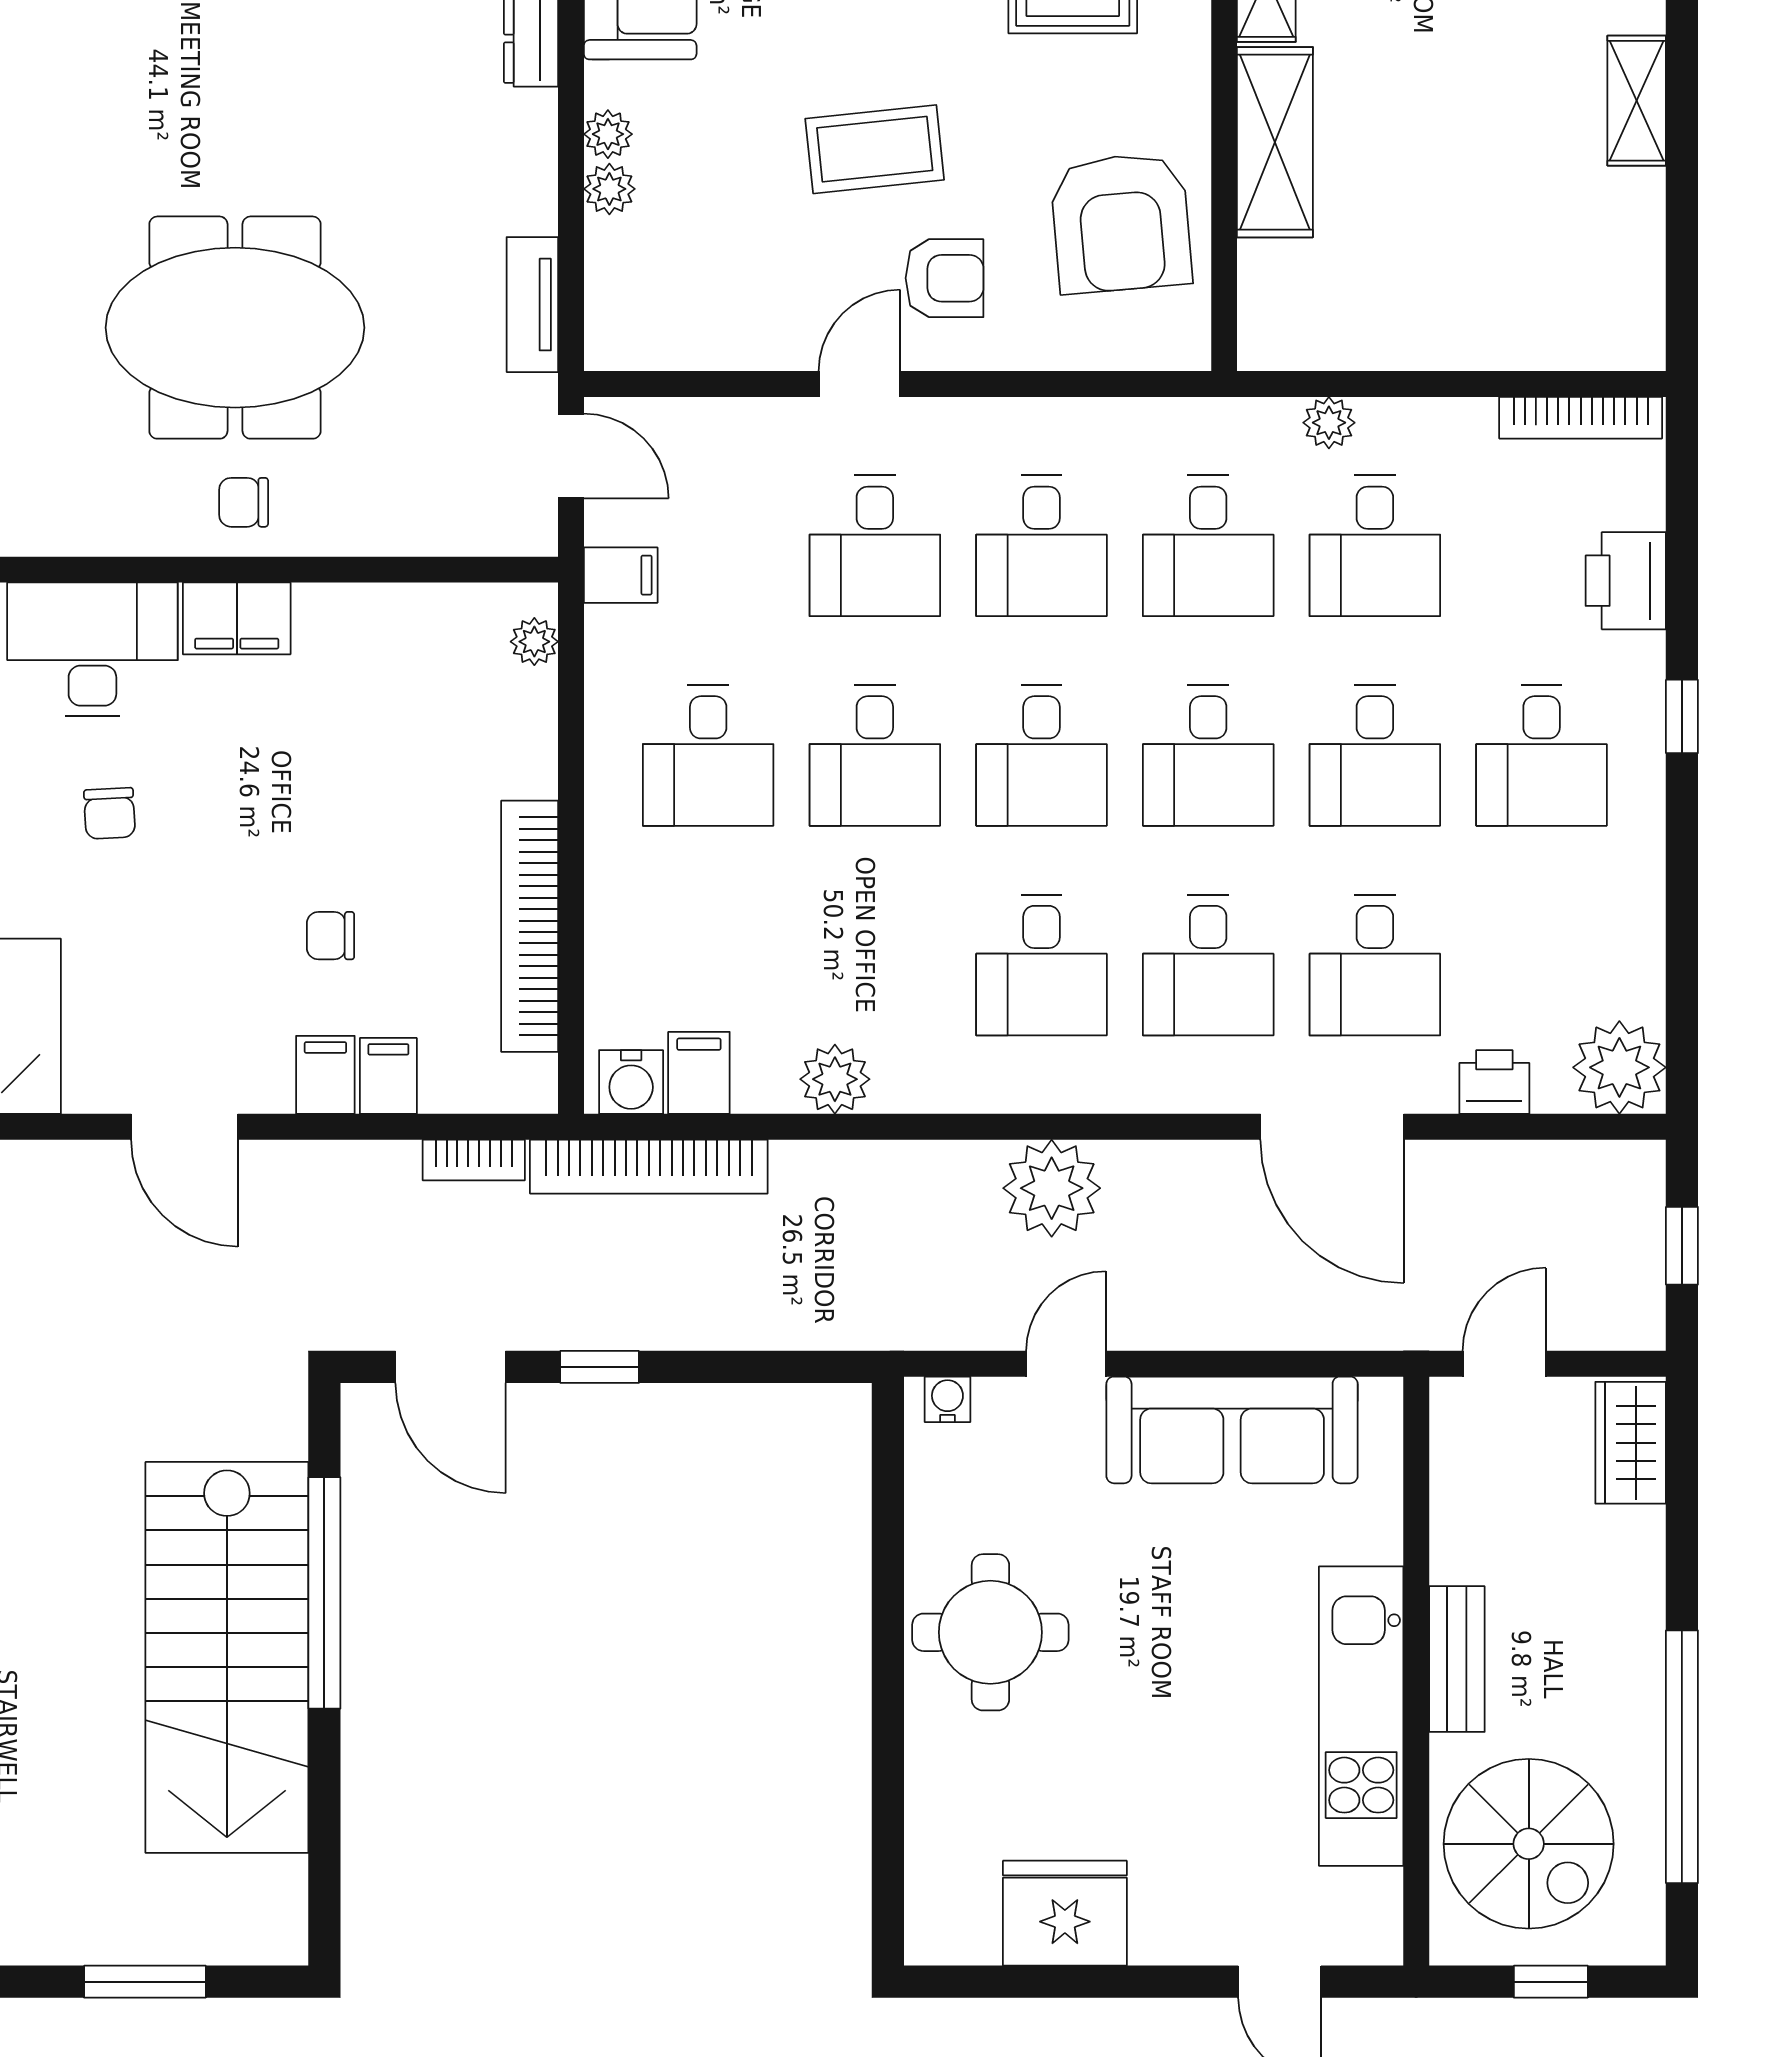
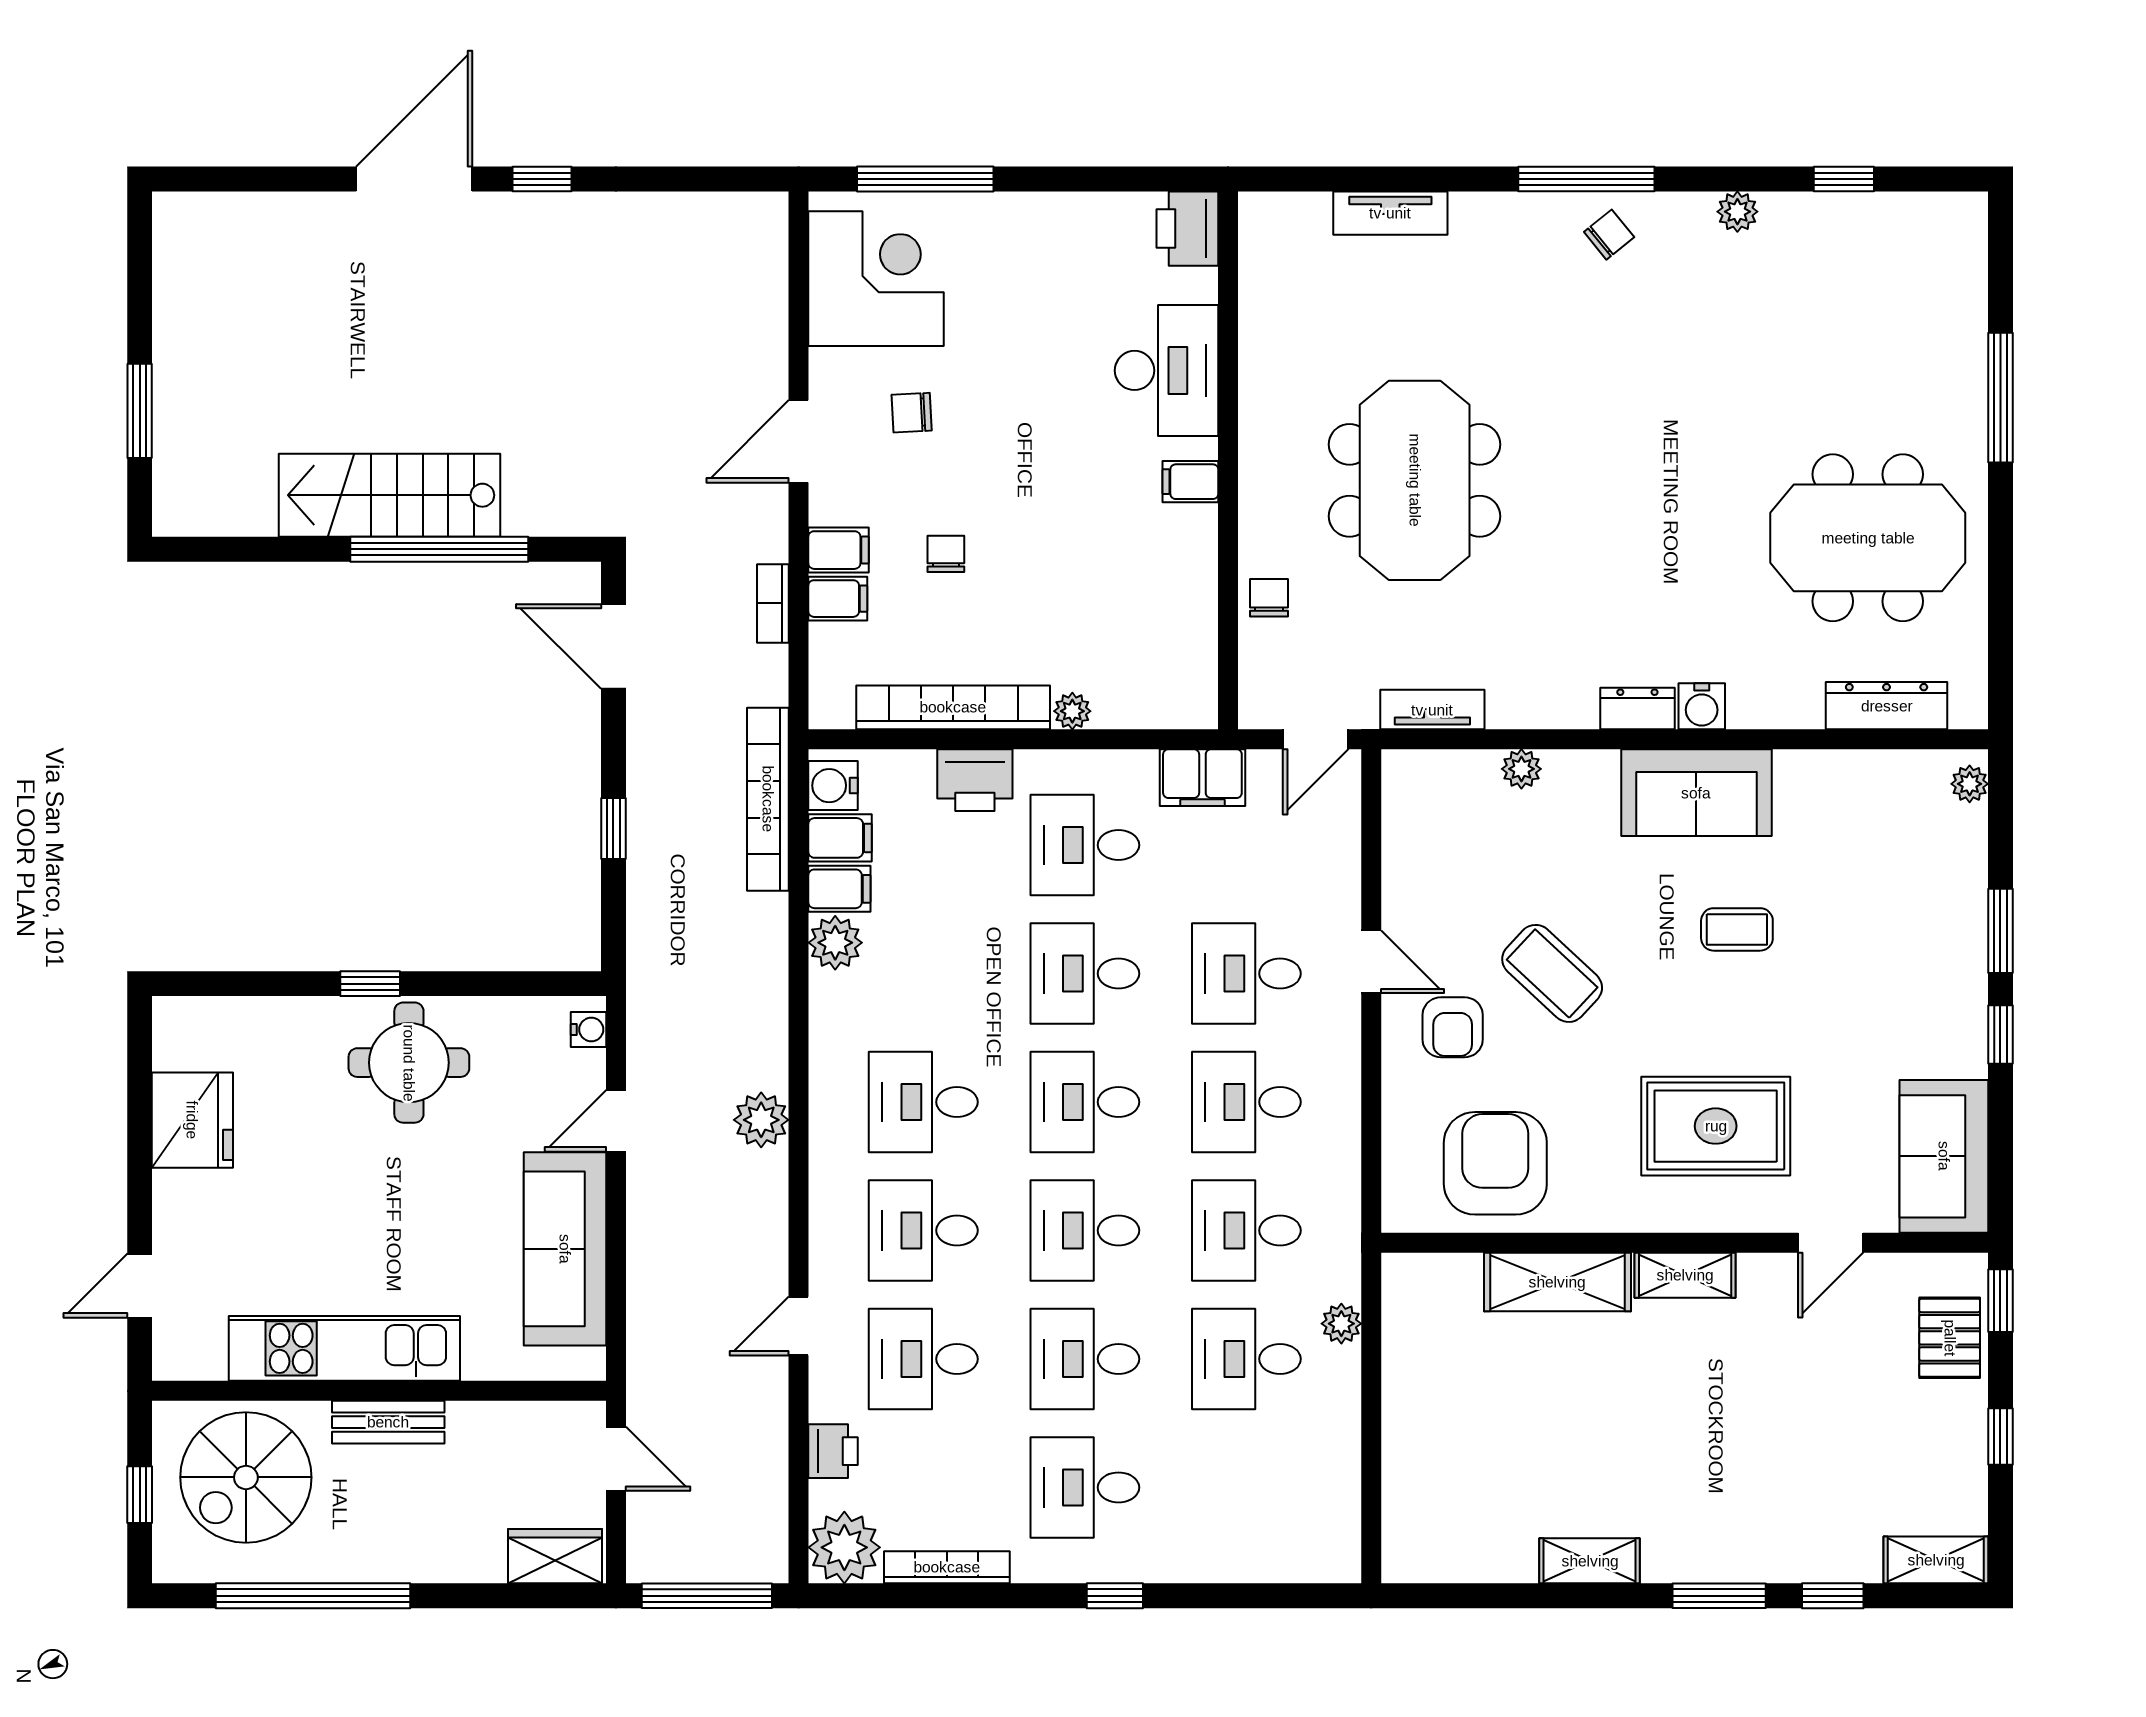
plant: (608, 134) -> (1564, 768), removed
coffee table: (875, 149) -> (1552, 973), turned -41
armchair: (1121, 223) -> (1495, 1163), turned 95
bookcase: (1581, 418) -> (947, 1567), moved, turned 90
chair: (244, 502) -> (1269, 598), moved
filing cabinet: (621, 575) -> (1202, 778), width x2.00
printer: (1626, 581) -> (975, 780), moved, turned 180
filing cabinet: (237, 618) -> (1190, 482), width x0.50
plant: (534, 642) -> (1072, 711), moved
chair: (110, 813) -> (912, 413), moved
filing cabinet: (765, 1074) -> (839, 889), added
door: (1332, 1127) -> (799, 1326), width x0.53
bookcase: (474, 1160) -> (773, 603), moved
plant: (1052, 1188) -> (761, 1120), width x0.73, depth x0.73
window: (1682, 1246) -> (707, 1596), width x2.17
door: (1066, 1364) -> (616, 1121), swing flipped
door: (451, 1367) -> (613, 646), hinge flipped
window: (600, 1367) -> (613, 829), moved
stairs: (227, 1657) -> (390, 495), width x0.73, depth x0.66
window: (888, 1683) -> (370, 984), added

